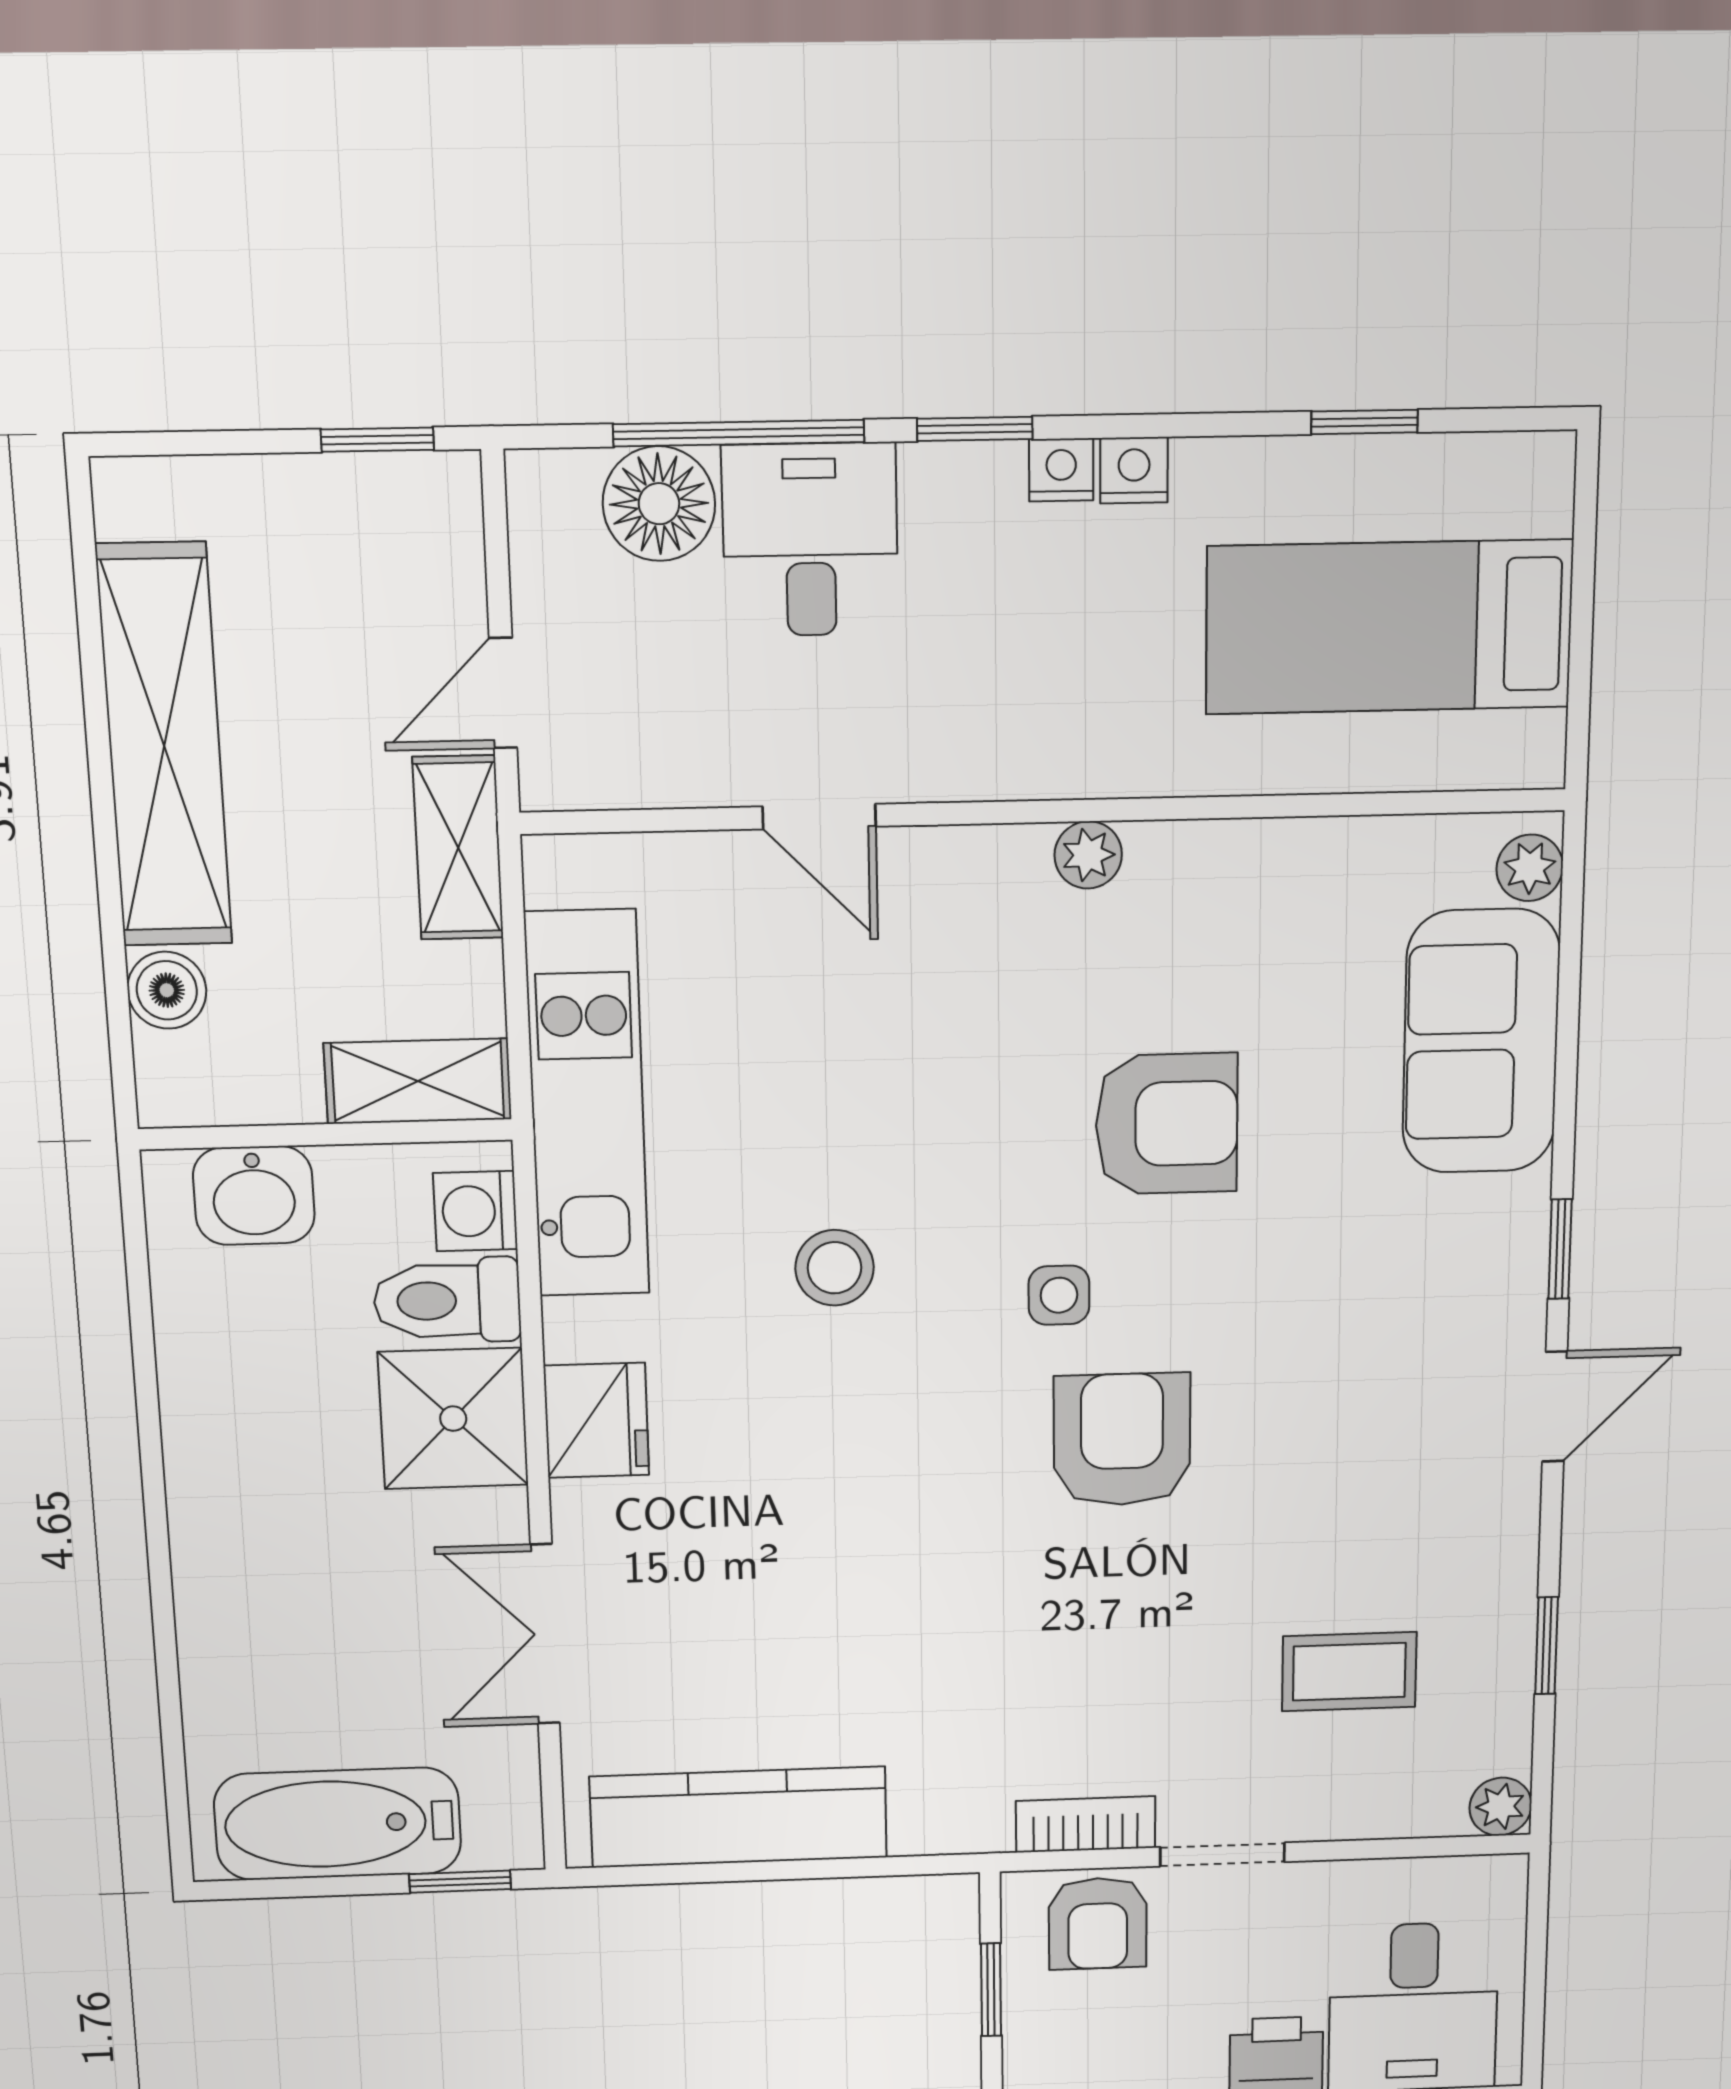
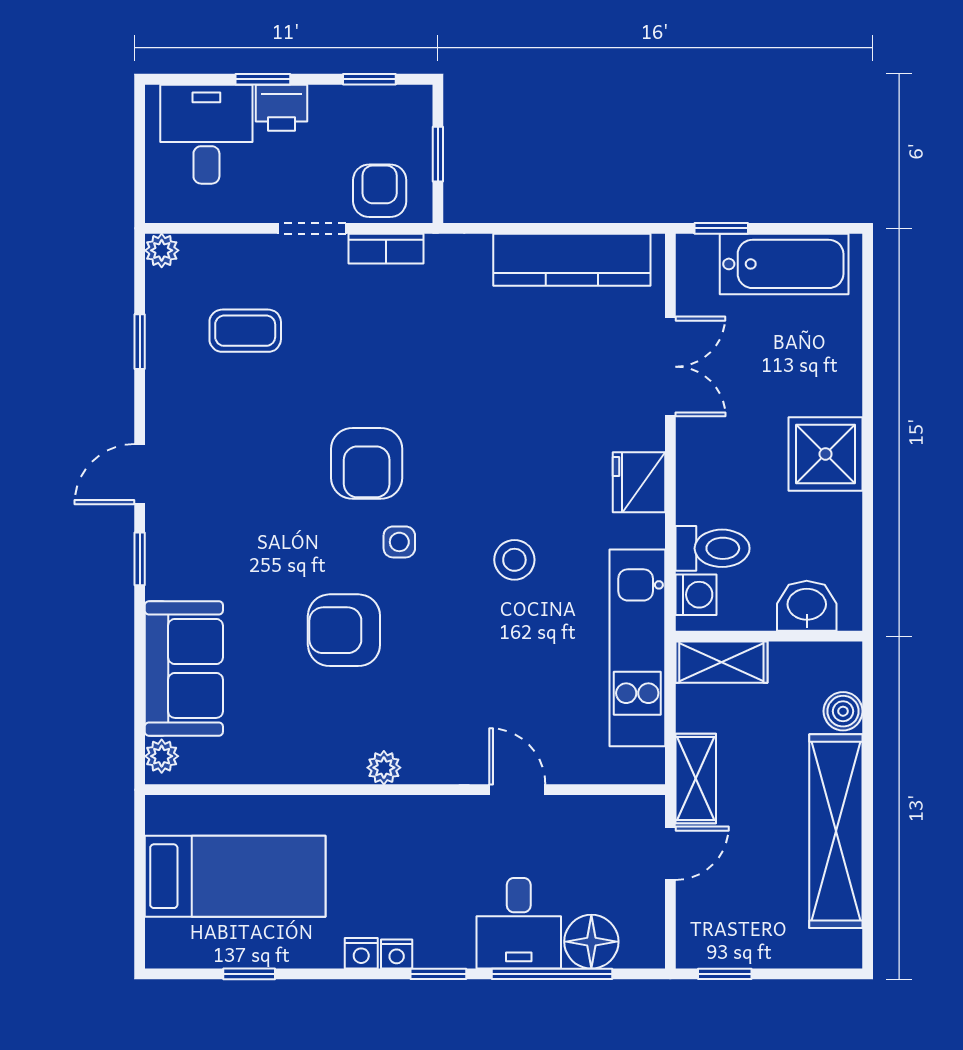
shower: (453, 1419) -> (826, 454), moved

